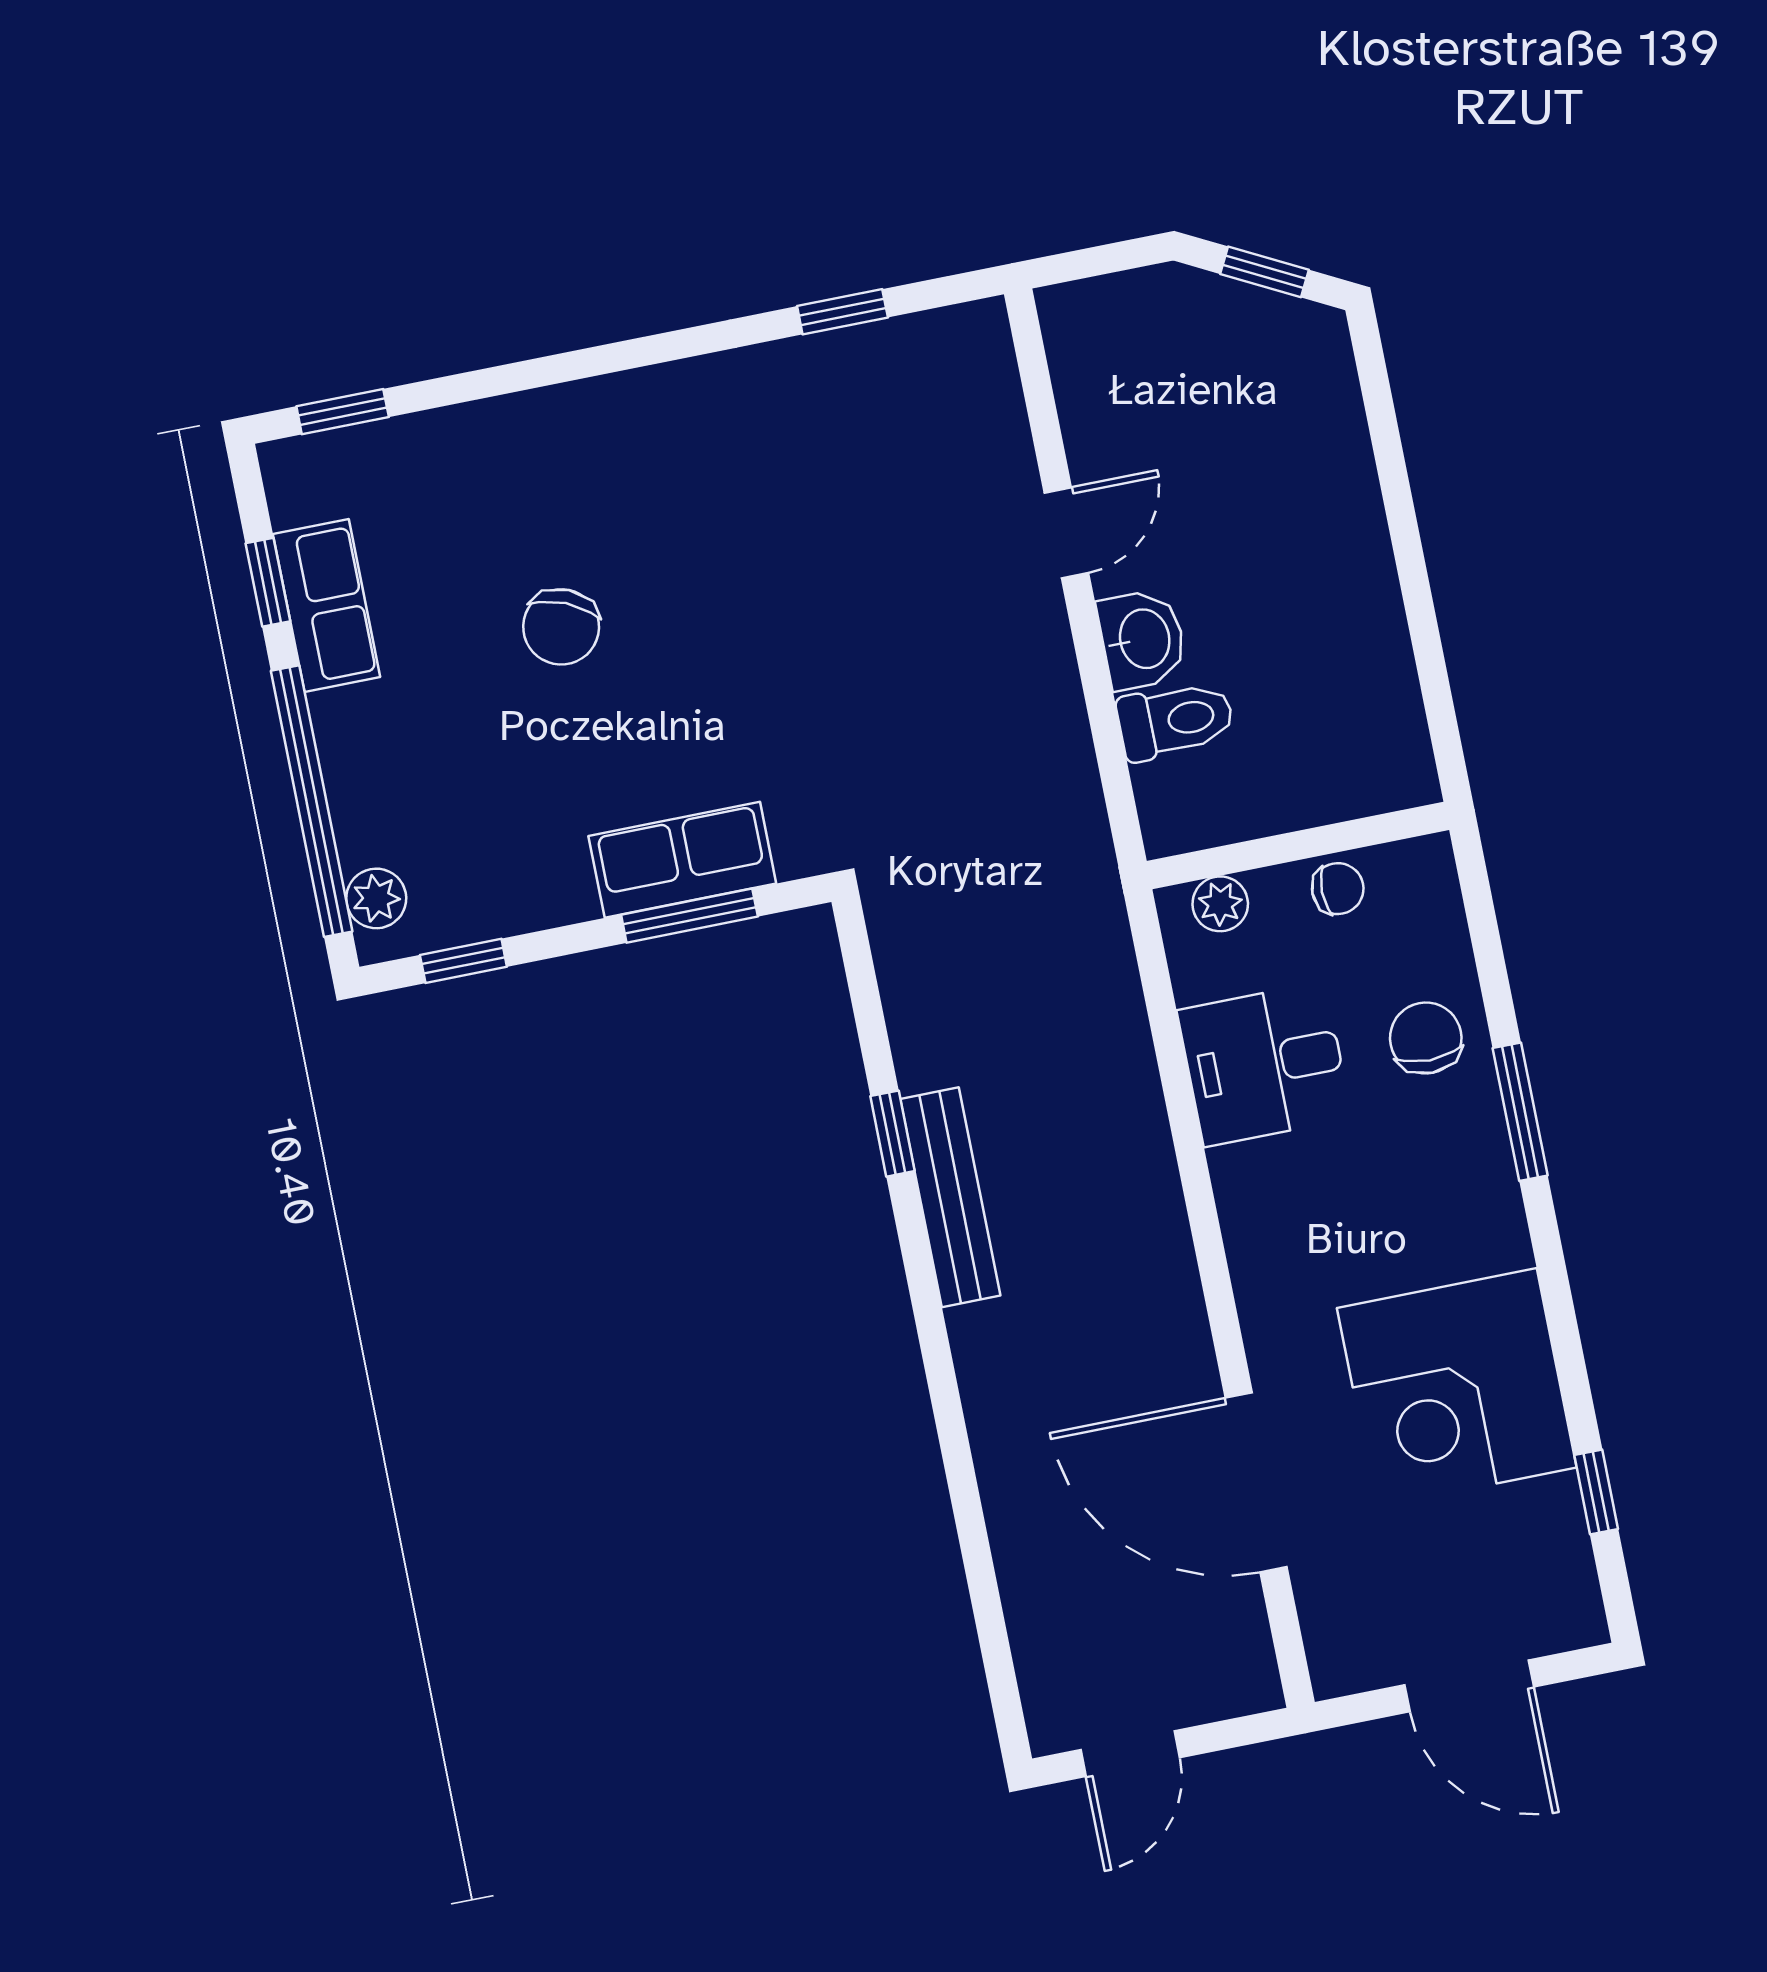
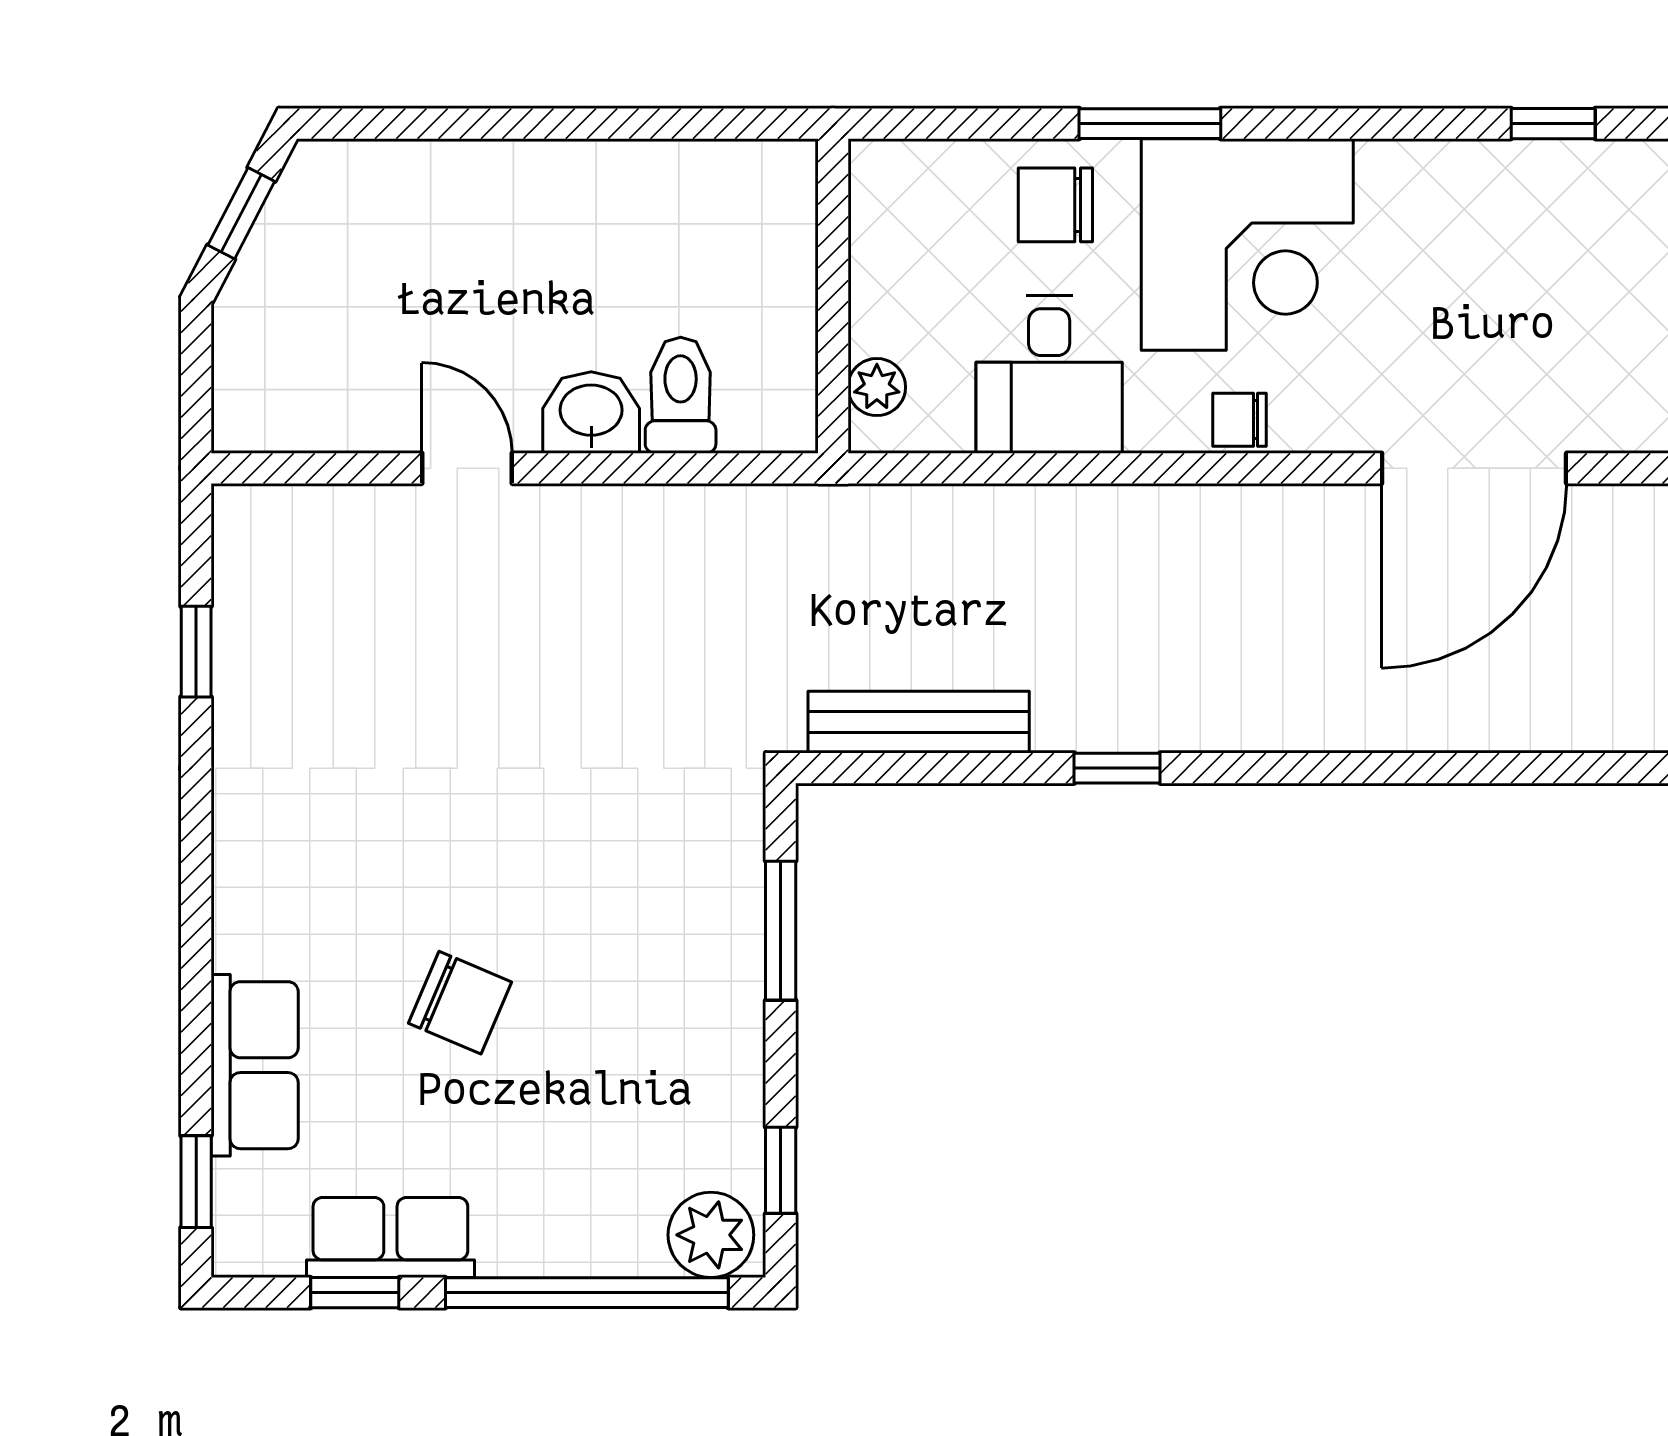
row of seats: (682, 860) -> (255, 1065), moved, turned 180
chair: (1338, 889) -> (1240, 420), moved, turned -90
plant: (376, 898) -> (711, 1235), width x1.38, depth x1.38
window: (892, 1134) -> (1117, 768), moved
bench: (950, 1197) -> (919, 722), moved
corner desk: (1457, 1388) -> (1247, 244), moved

